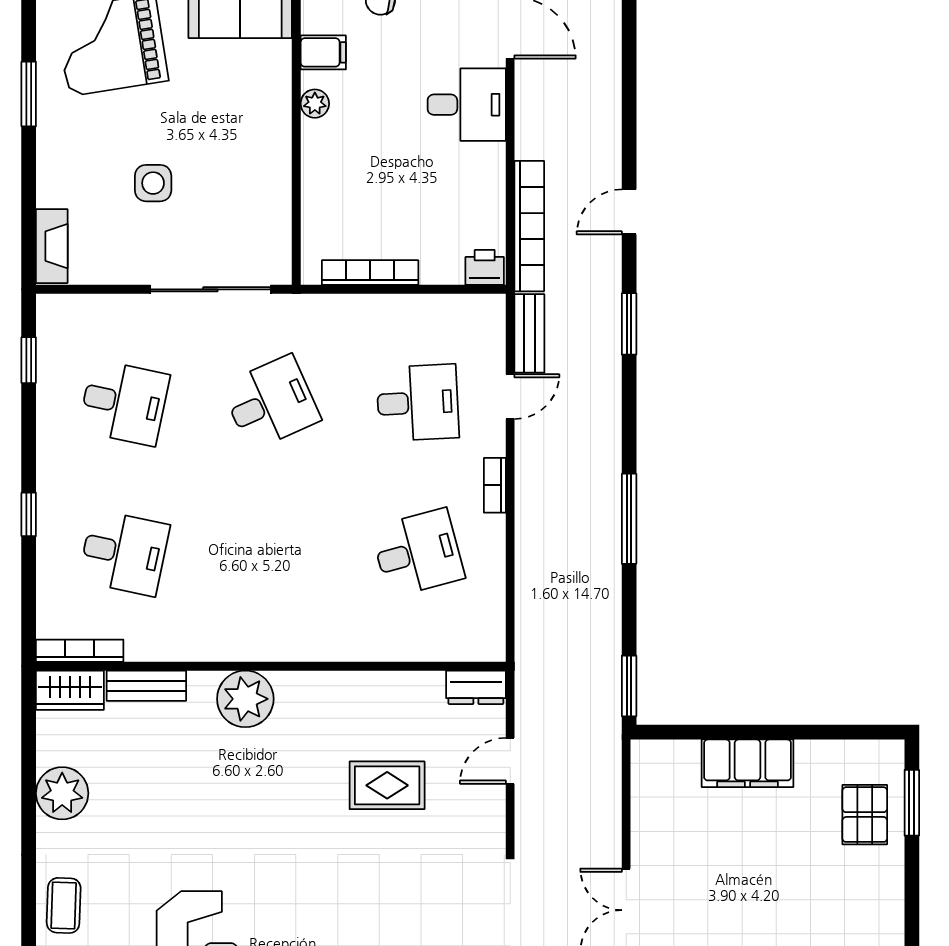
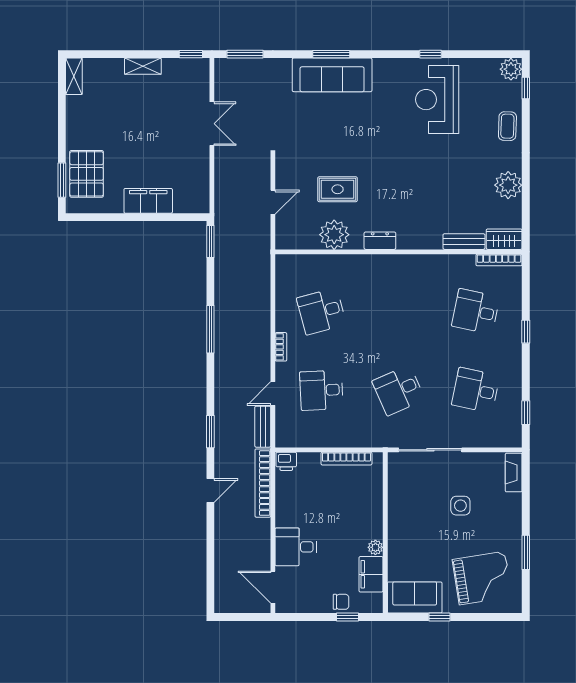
filing cabinet: (323, 52) -> (371, 574), width x2.00
dresser: (476, 687) -> (380, 241), moved
plant: (245, 699) -> (334, 235), moved
pallet: (865, 815) -> (87, 174), width x1.50, depth x1.42

